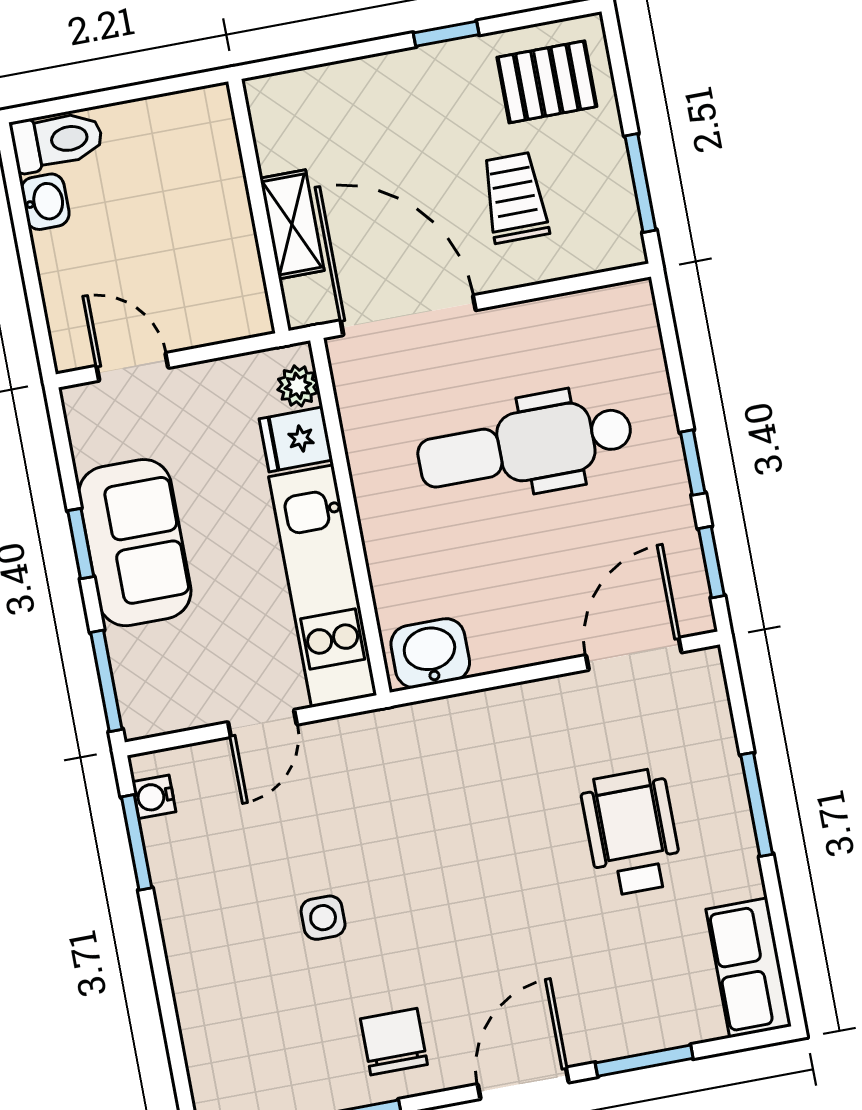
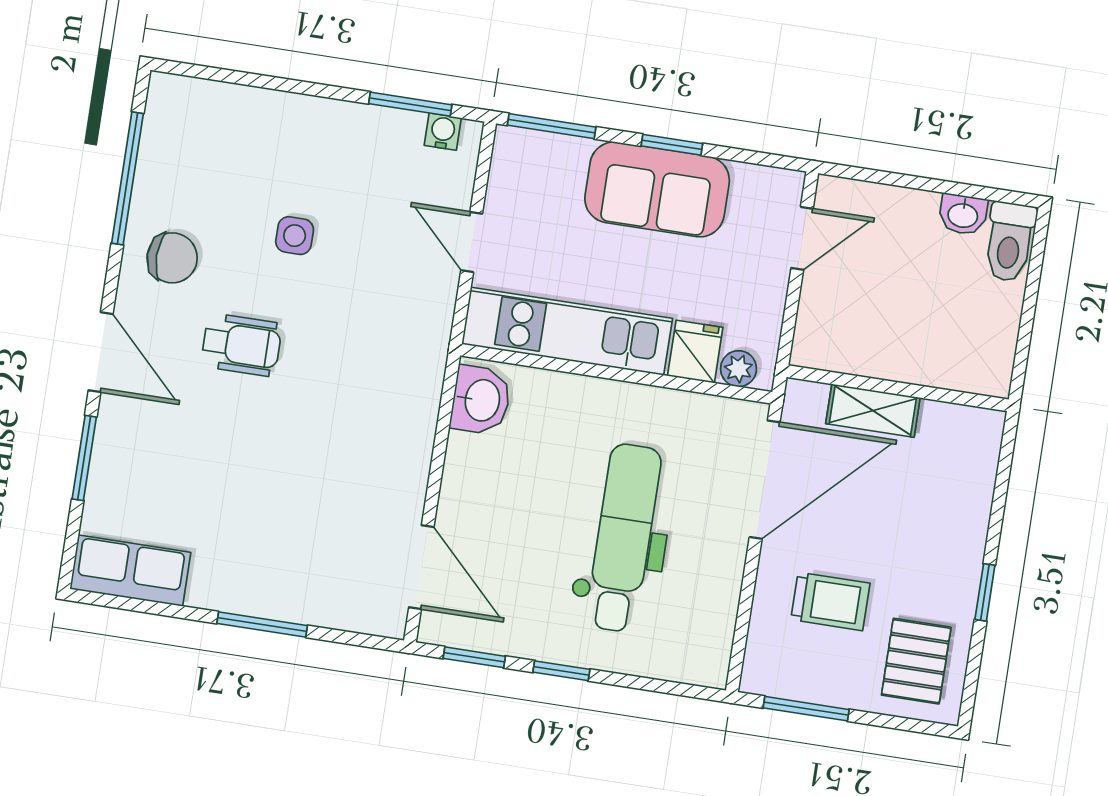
wheelchair: (631, 832) -> (242, 345), moved, width x0.73, depth x0.73

